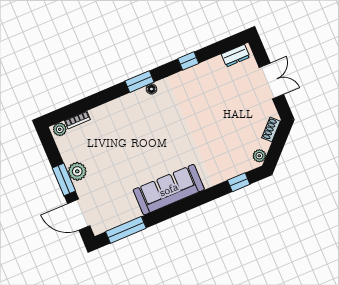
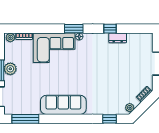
dresser: (236, 56) -> (118, 38), moved
corner sofa: (124, 118) -> (54, 48), added

